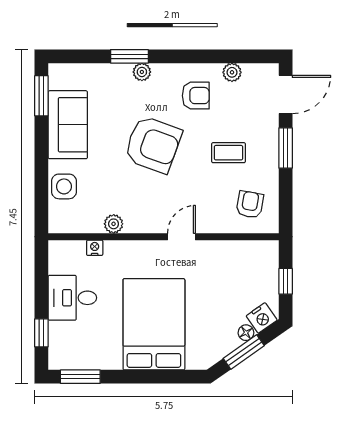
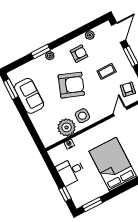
side table: (64, 186) -> (82, 116), moved
plant: (114, 224) -> (67, 127), width x1.87, depth x1.87
door: (182, 237) -> (120, 112), moved

